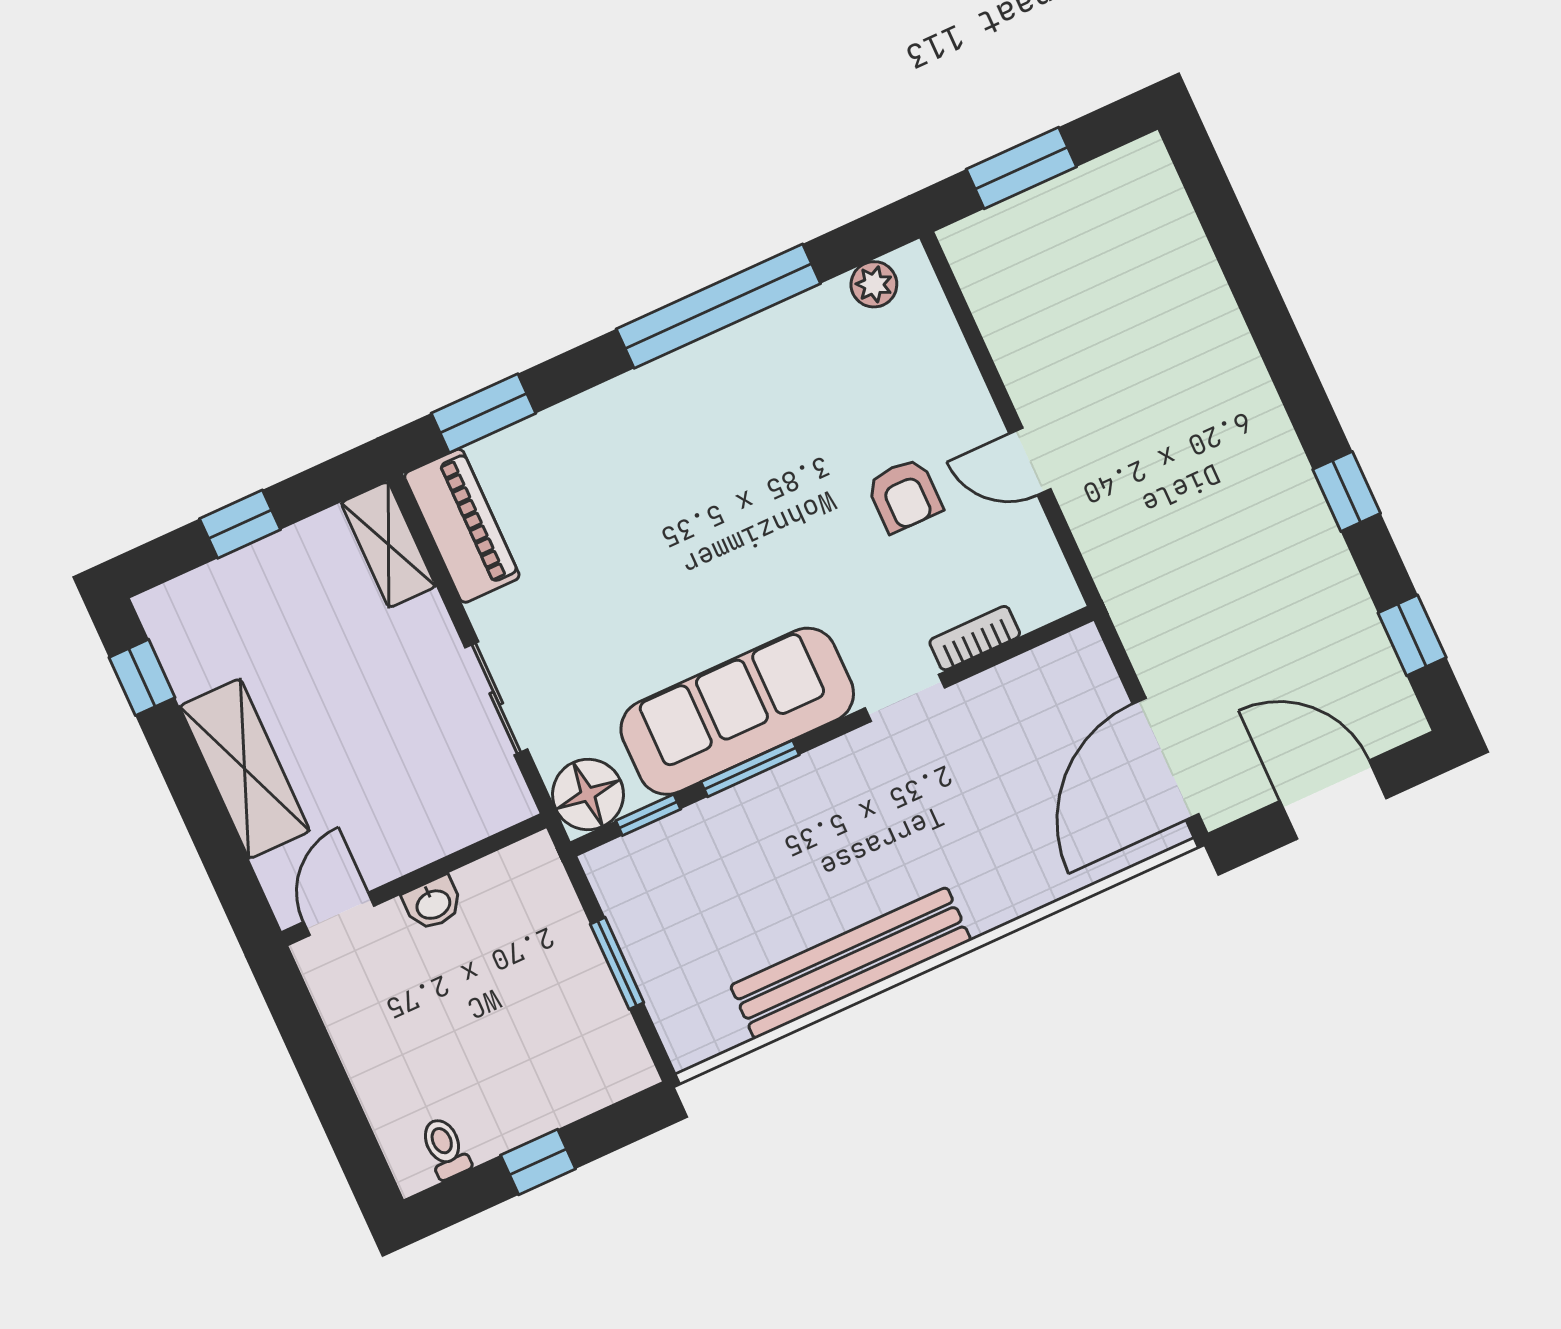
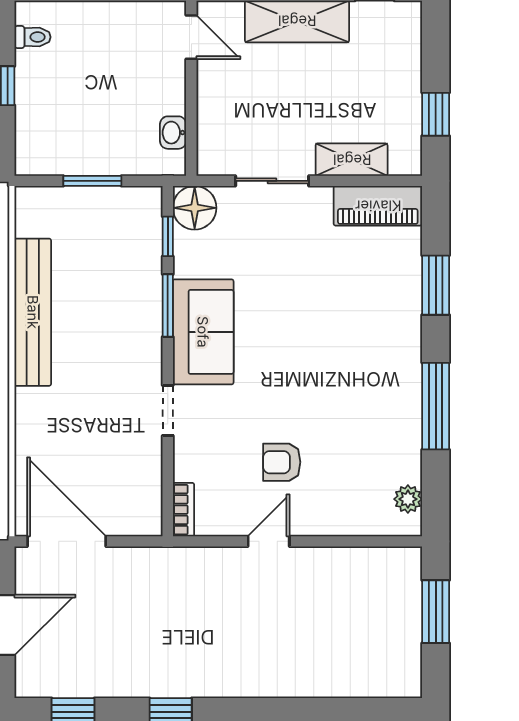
window: (718, 306) -> (436, 406), width x0.68
window: (483, 413) -> (436, 285), moved
window: (240, 524) -> (436, 114), moved
shelving: (388, 545) -> (352, 160), moved
bookcase: (975, 638) -> (183, 510), moved
sofa: (737, 711) -> (203, 332), width x0.73
washbasin: (433, 903) -> (173, 133), moved

